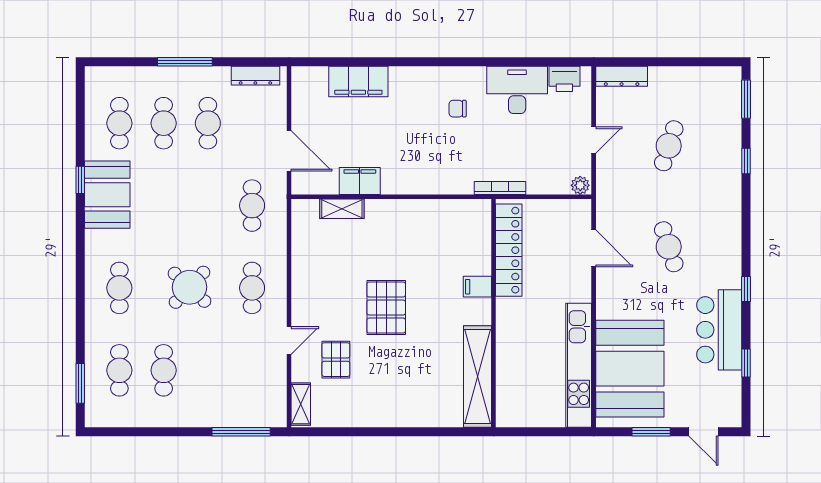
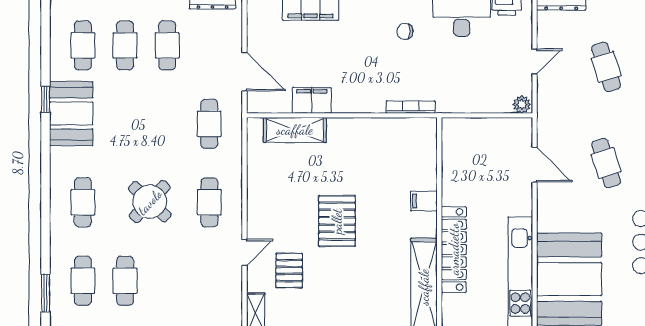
cafe table: (669, 146) -> (606, 67), turned -36
bookcase: (500, 188) -> (411, 107), moved
shelving: (342, 209) -> (295, 130), width x1.50, depth x1.33
locker: (509, 250) -> (454, 249), moved

